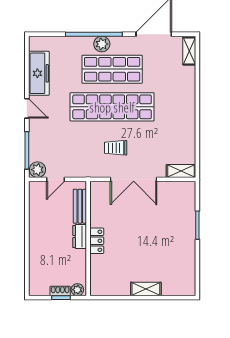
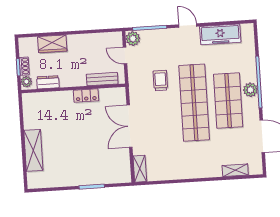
shelving: (189, 51) -> (235, 170), moved
door: (27, 108) -> (188, 25), swing flipped
trolley: (116, 148) -> (160, 81), moved
dresser: (80, 237) -> (48, 82), moved
locker: (97, 241) -> (86, 96), moved
wardrobe: (38, 259) -> (52, 44), added
shelving: (146, 289) -> (33, 150), width x1.50, depth x1.33

